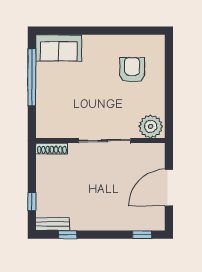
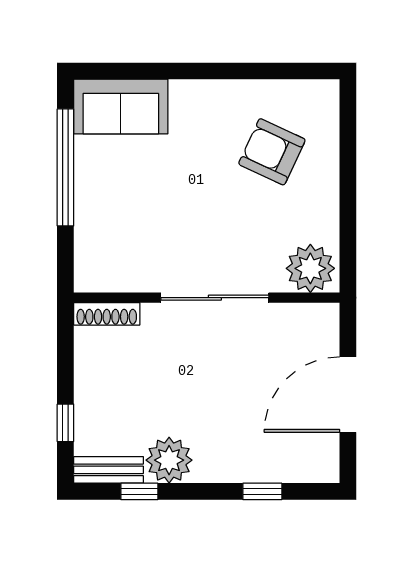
armchair: (132, 70) -> (272, 152), turned -65
plant: (82, 219) -> (169, 460), added
window: (142, 235) -> (262, 491), moved

